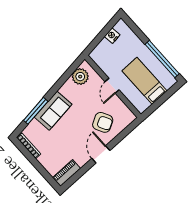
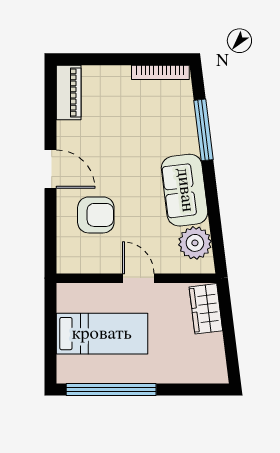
nightstand: (112, 36) -> (213, 346), removed
wardrobe: (101, 51) -> (206, 309), added
sofa: (53, 111) -> (185, 190), moved
armchair: (103, 122) -> (96, 215), turned -151

